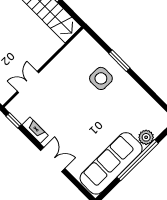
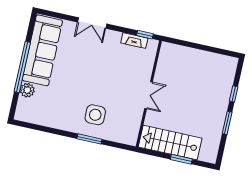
double door: (28, 82) -> (149, 95), moved
fireplace: (35, 130) -> (134, 41), moved

